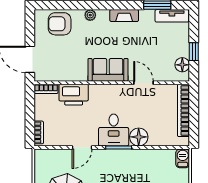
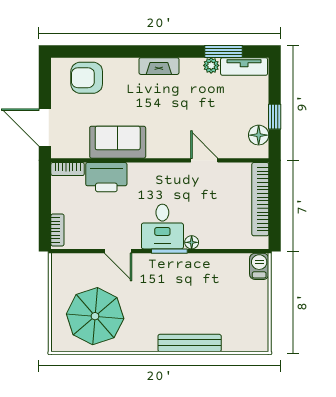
plant: (90, 15) -> (211, 65), moved
fireplace: (124, 16) -> (159, 66), moved
sofa: (108, 70) -> (118, 142), moved
floor lamp: (139, 137) -> (192, 242), width x0.53, depth x0.53
door: (82, 147) -> (118, 251), hinge flipped

